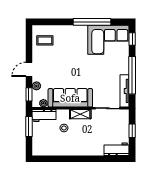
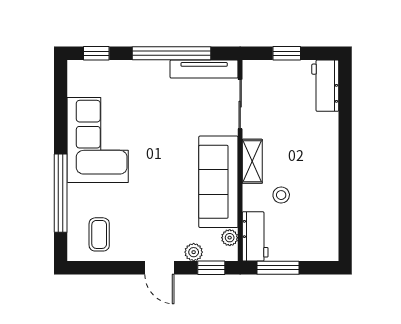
window: (92, 22) -> (61, 193), moved
corner sofa: (108, 40) -> (98, 140), moved

